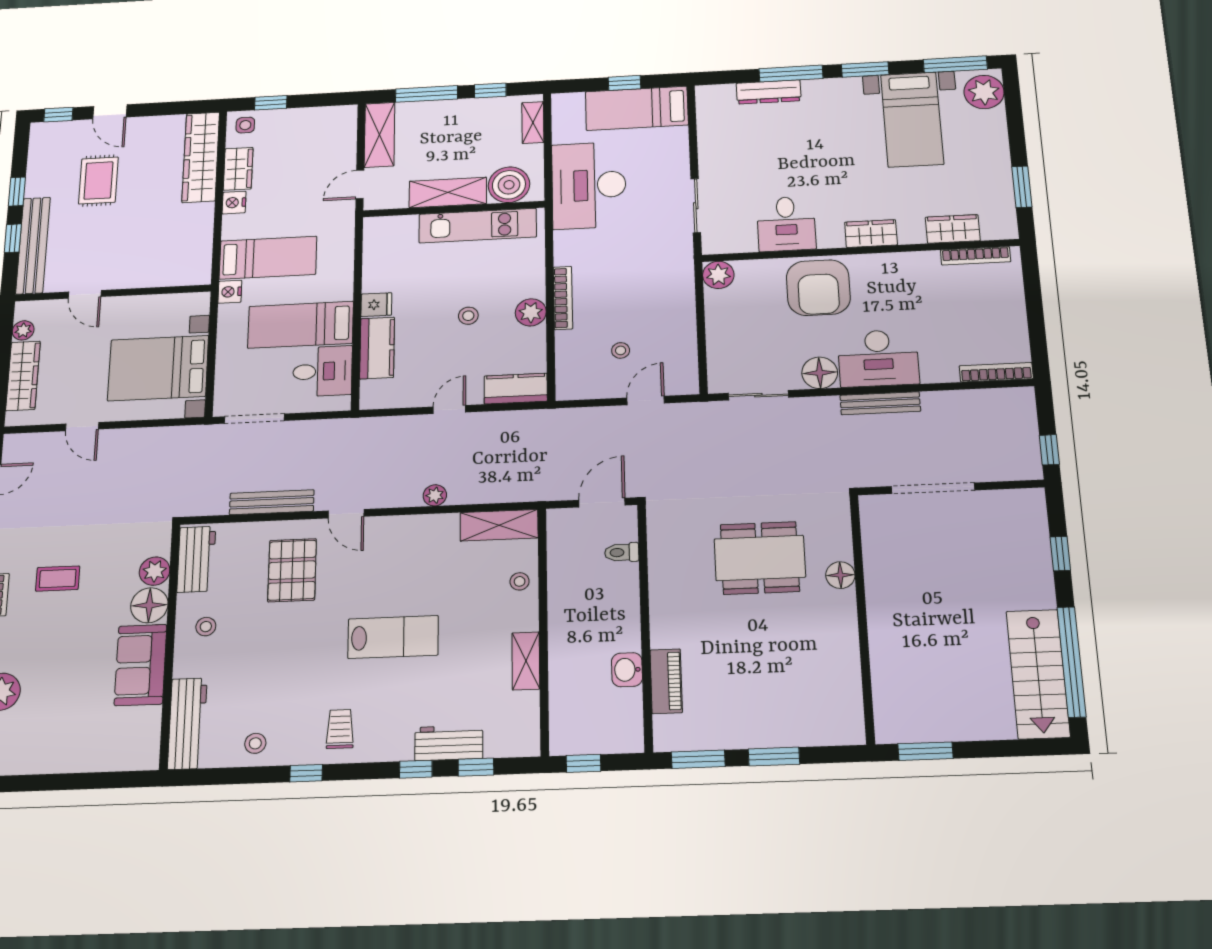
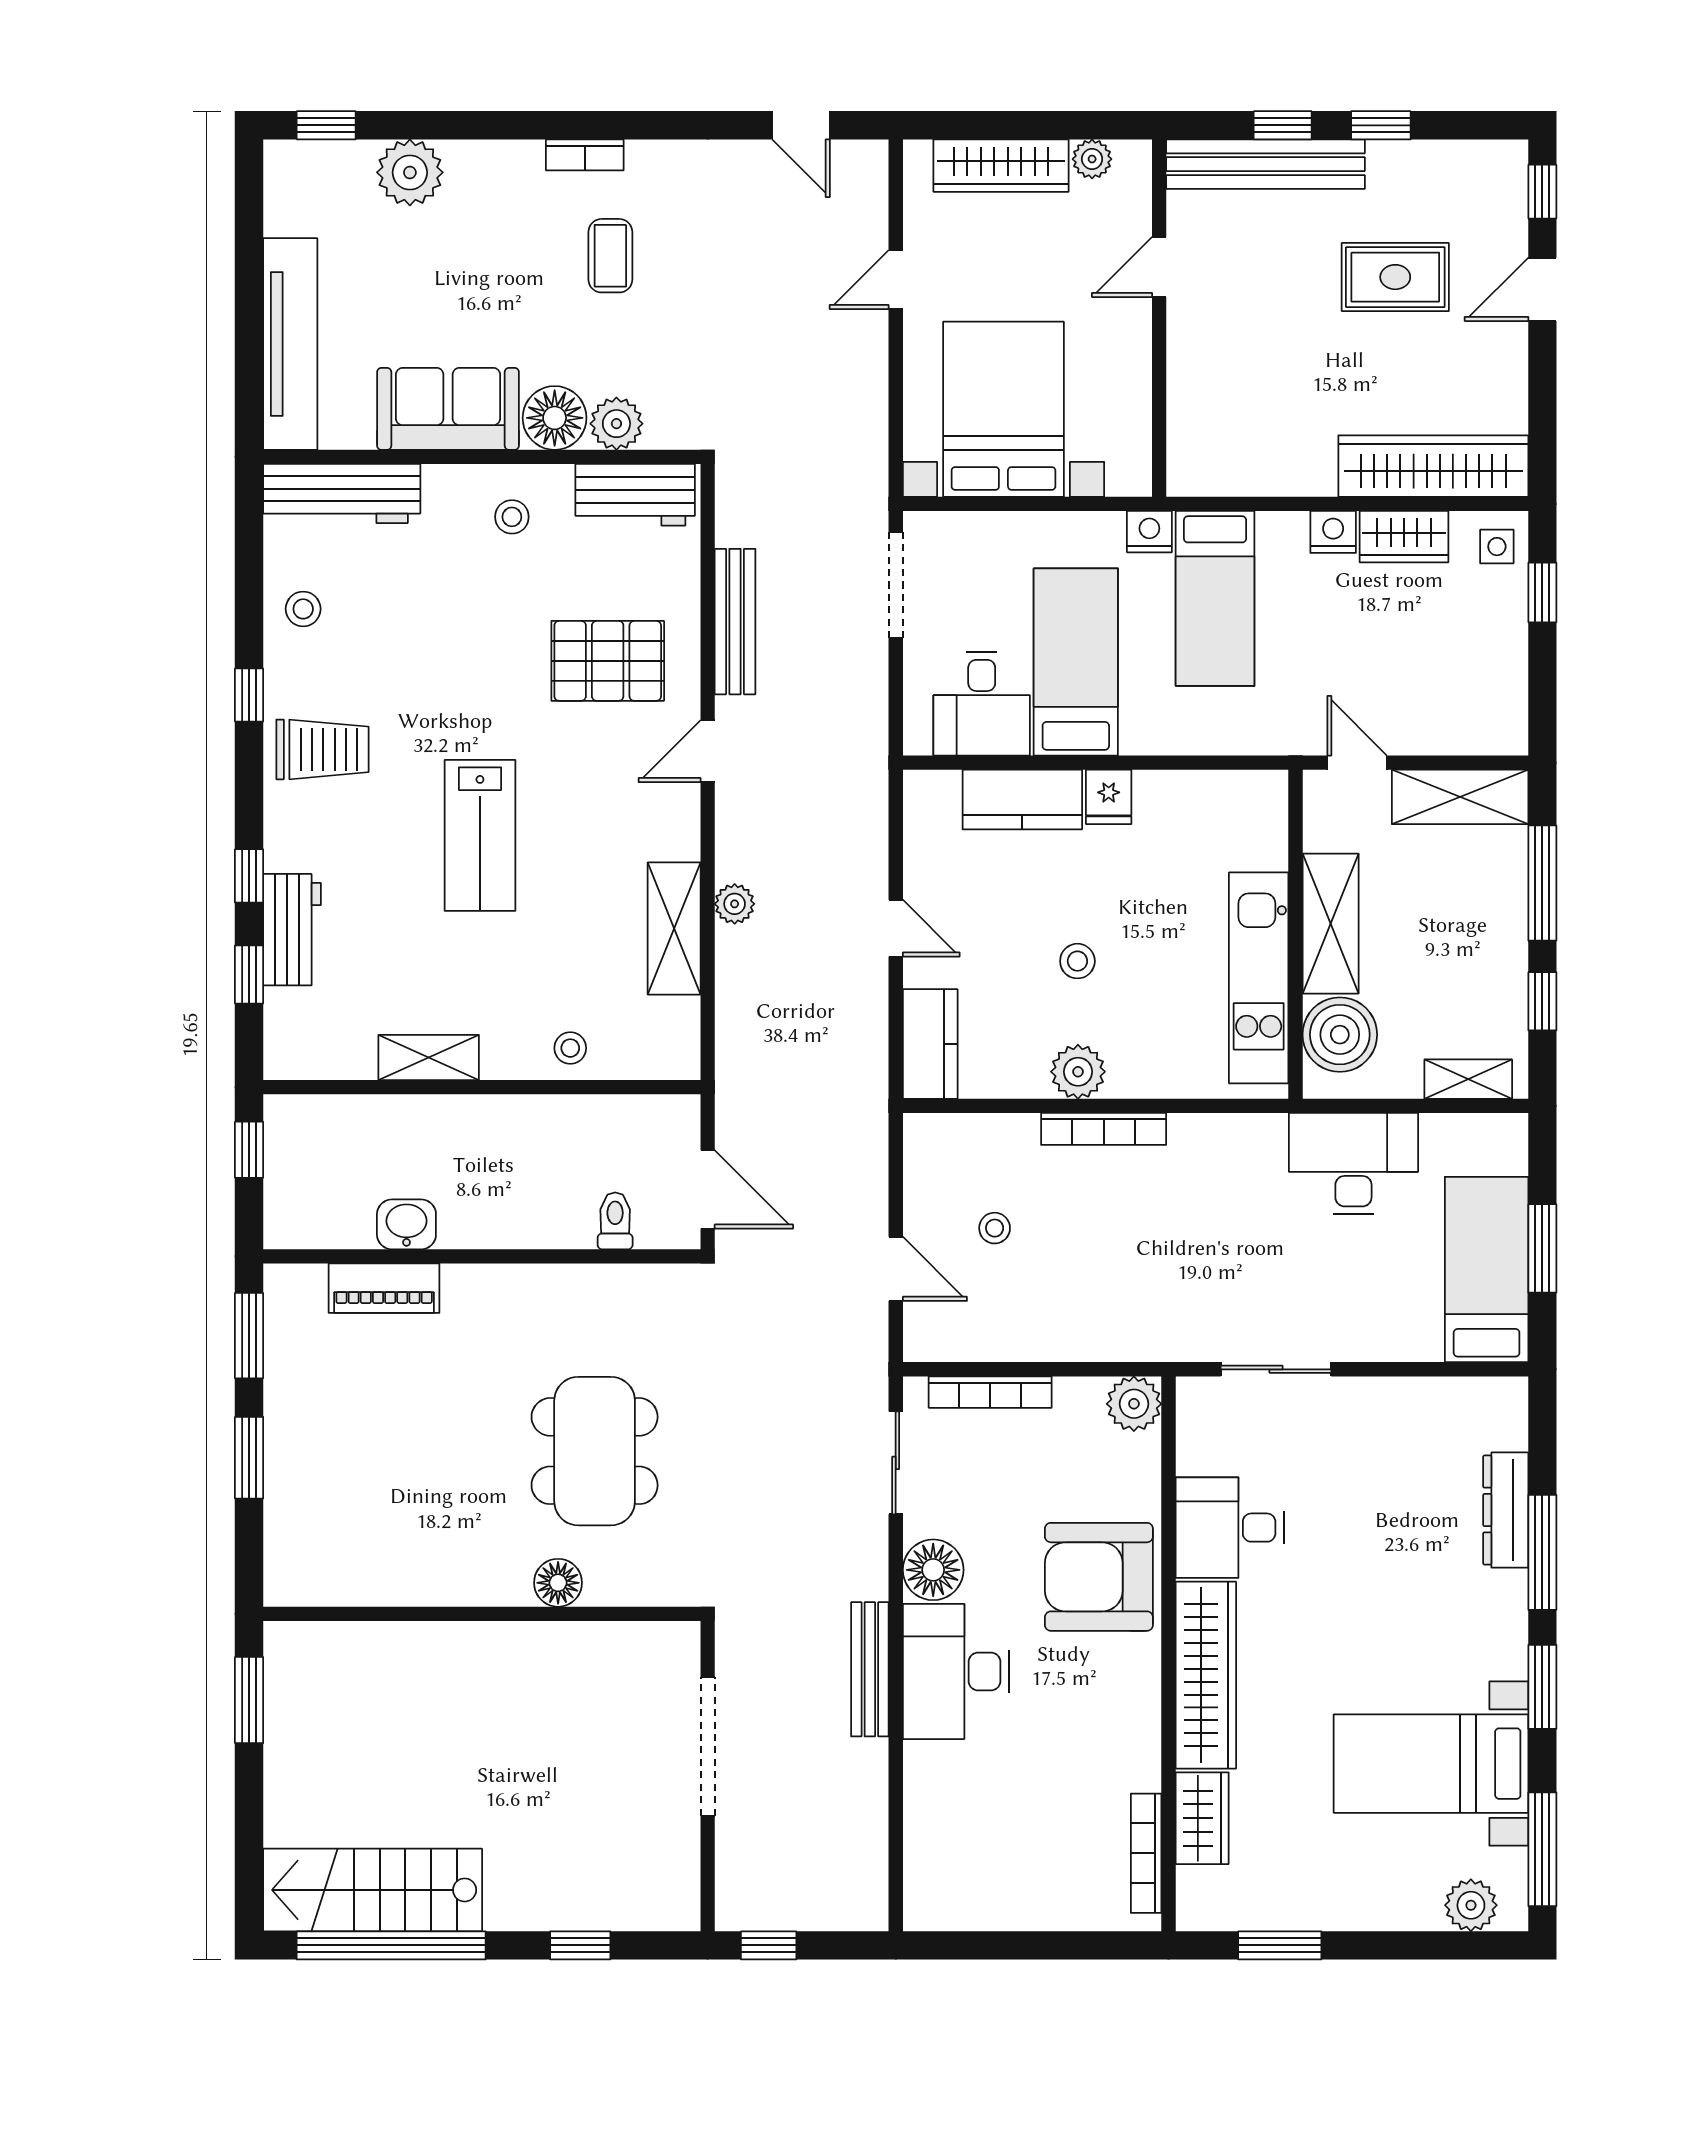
window: (624, 83) -> (1542, 1248), width x1.50
plant: (984, 92) -> (1471, 1905), width x0.73, depth x0.73
desk: (589, 185) -> (1353, 1164), width x0.73, depth x0.77
wardrobe: (871, 234) -> (1206, 1675), width x2.10, depth x1.17
bookcase: (996, 372) -> (990, 1392), moved, turned 90
shelving: (499, 525) -> (674, 928), moved
trolley: (340, 729) -> (323, 749), width x1.36, depth x1.39
tv unit: (97, 757) -> (290, 344), added

